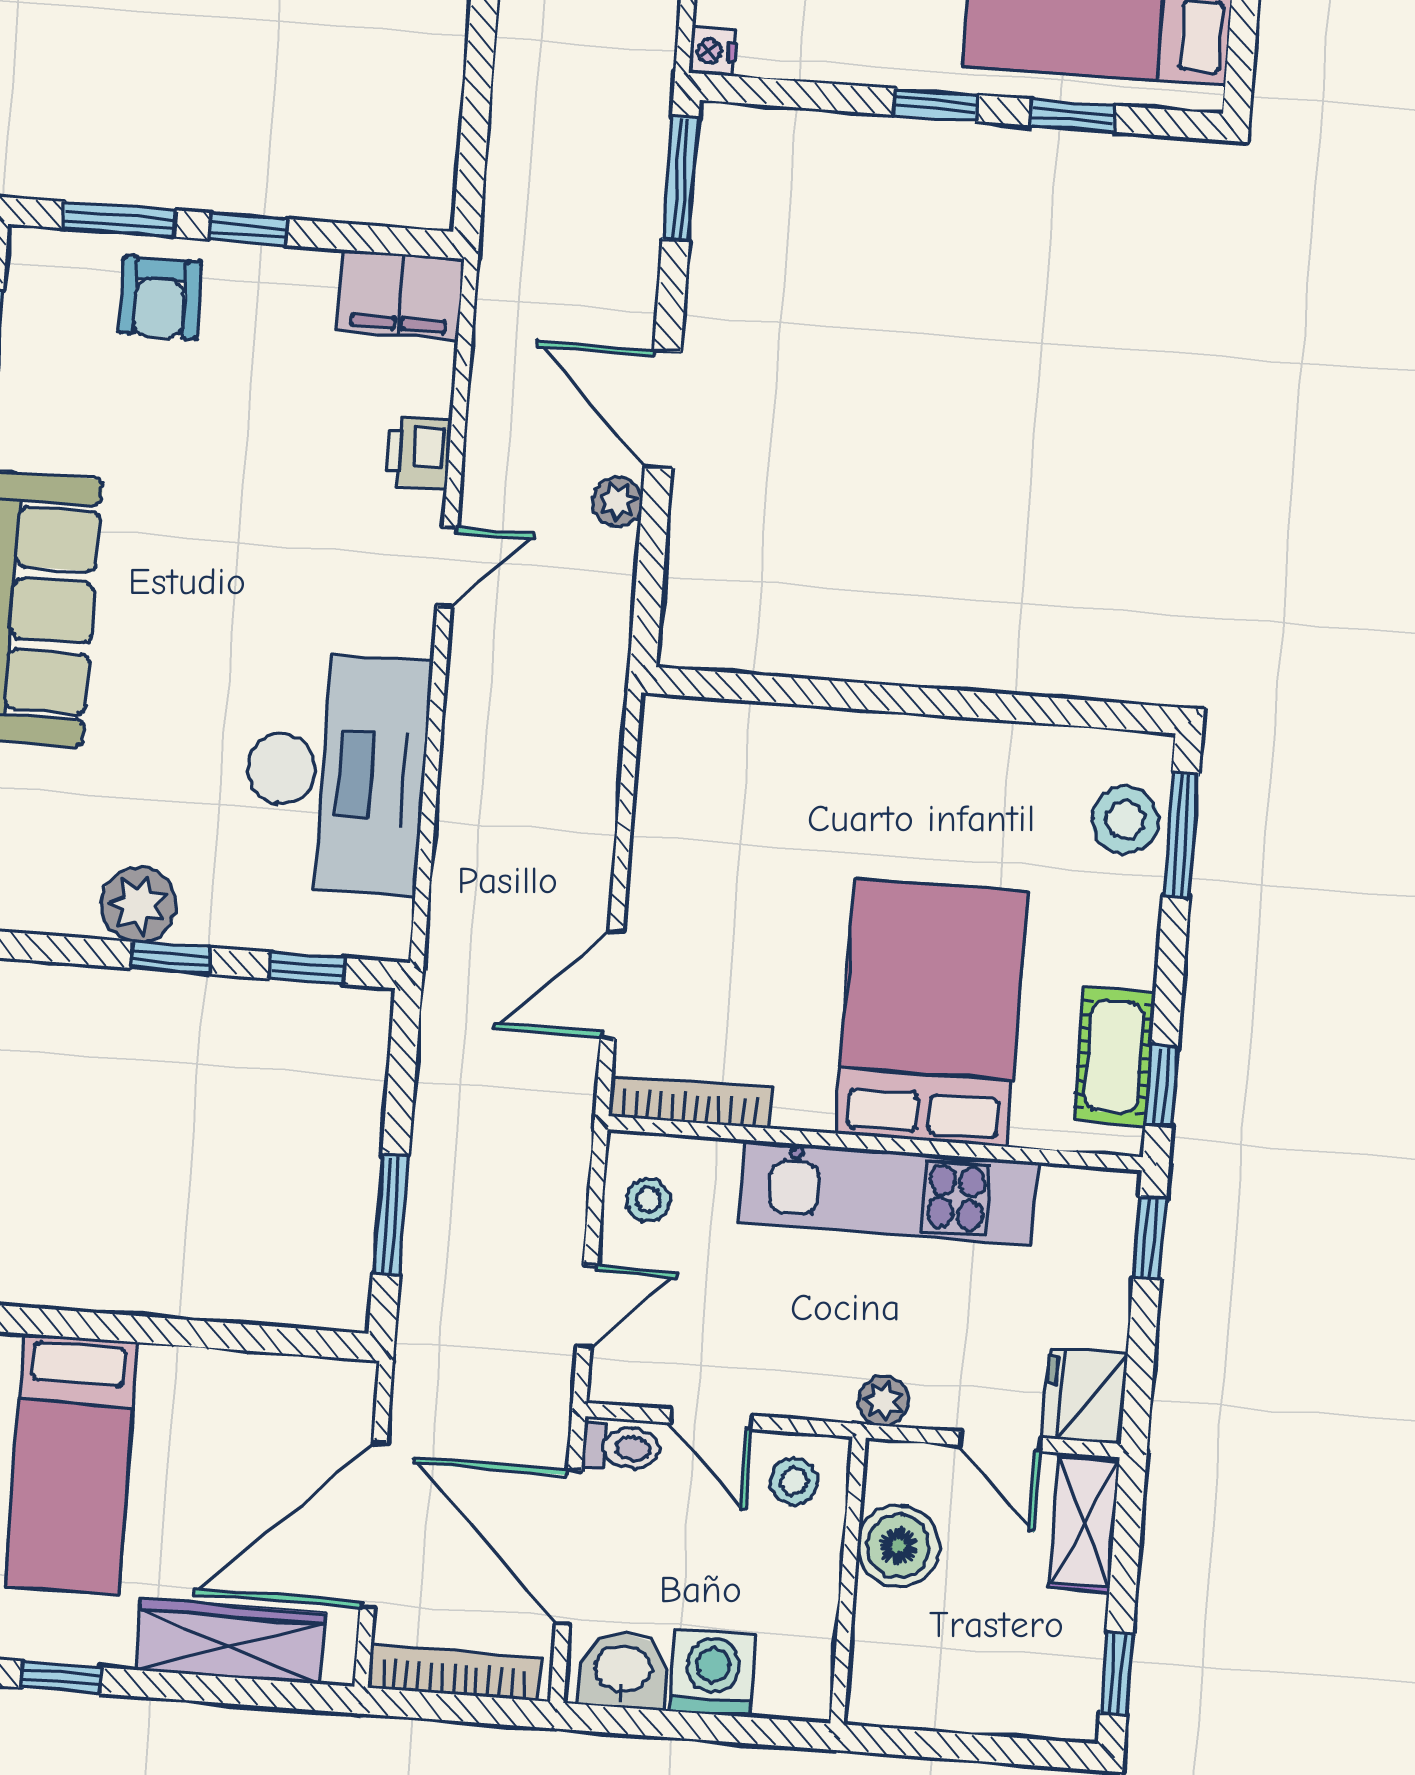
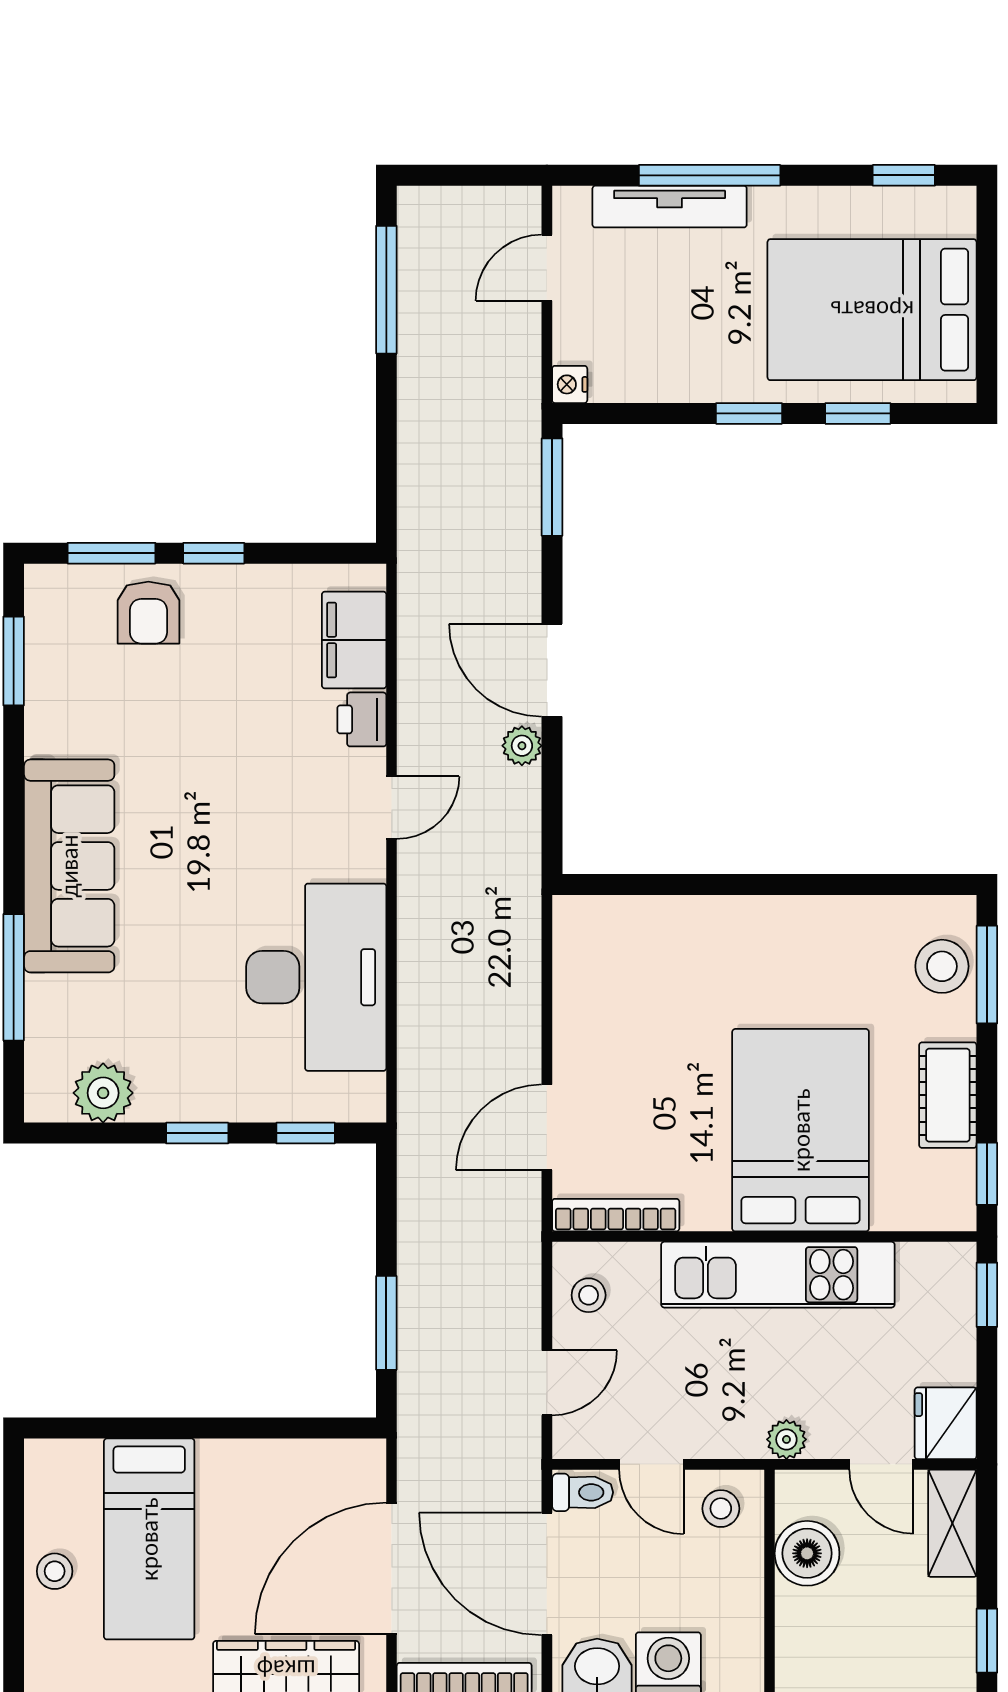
filing cabinet: (400, 295) -> (354, 640), moved, turned 90
plant: (139, 905) -> (103, 1093), moved
cot: (1114, 1057) -> (948, 1095), moved

